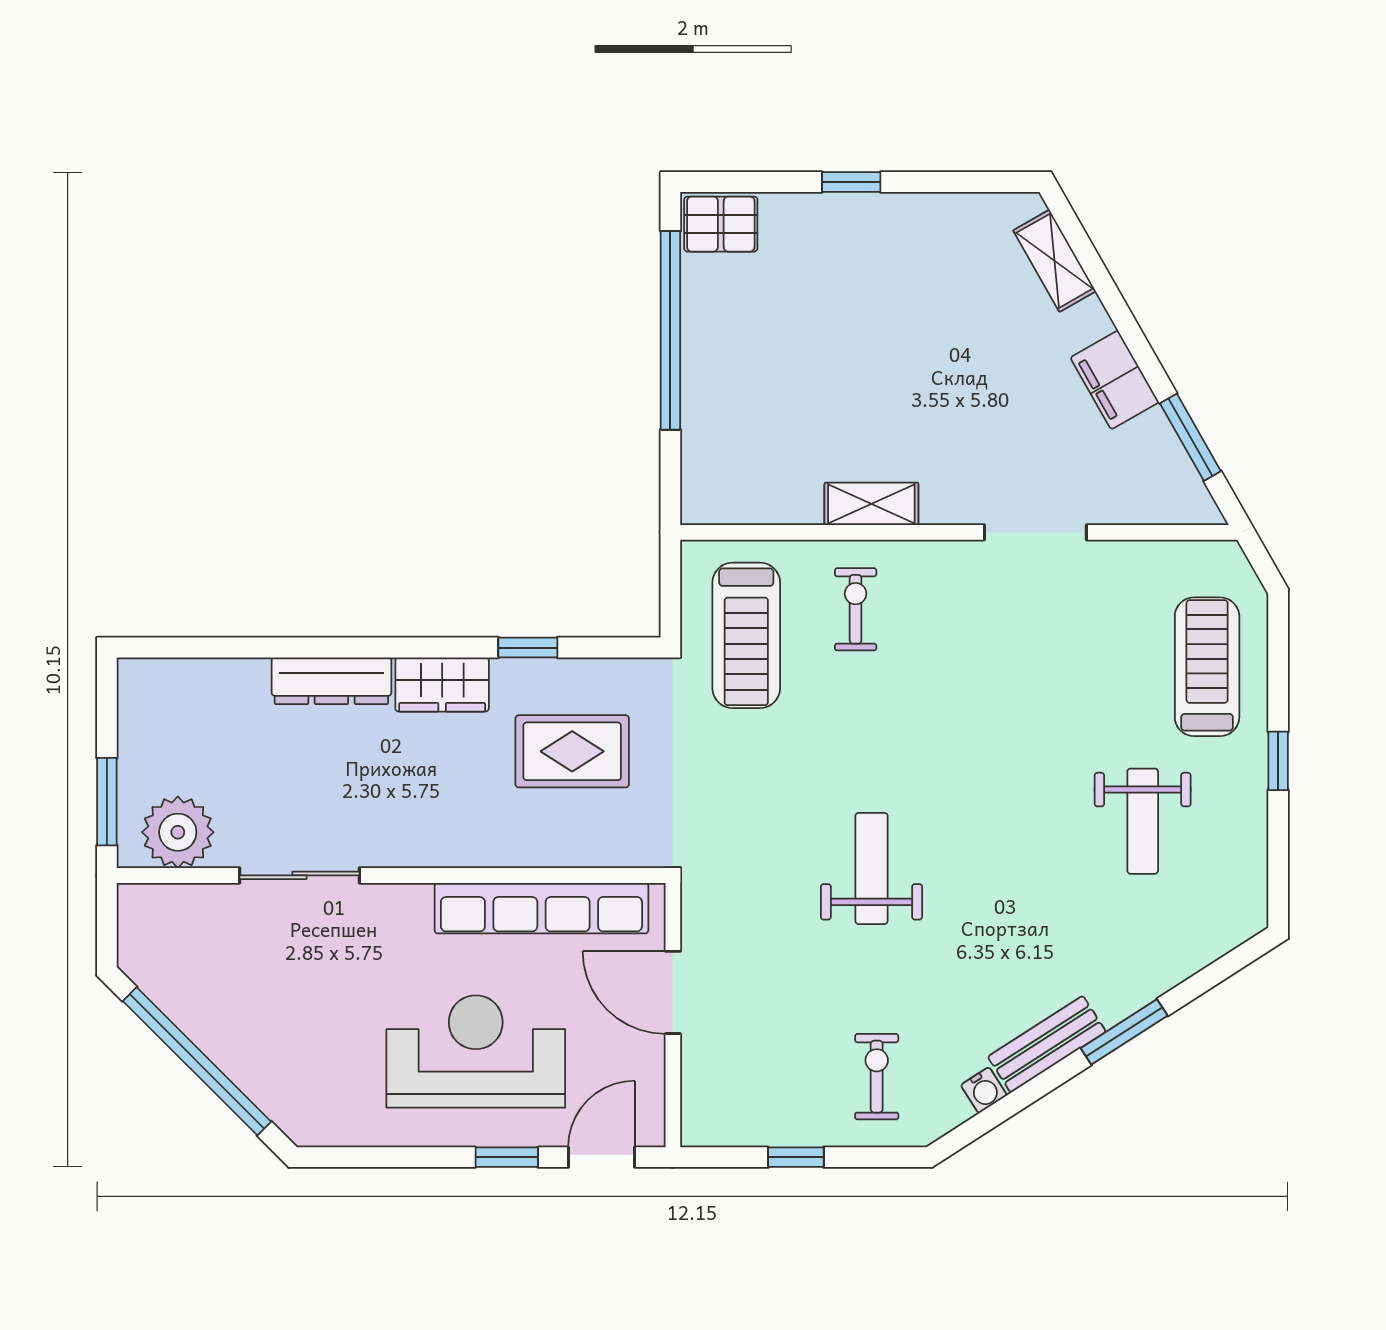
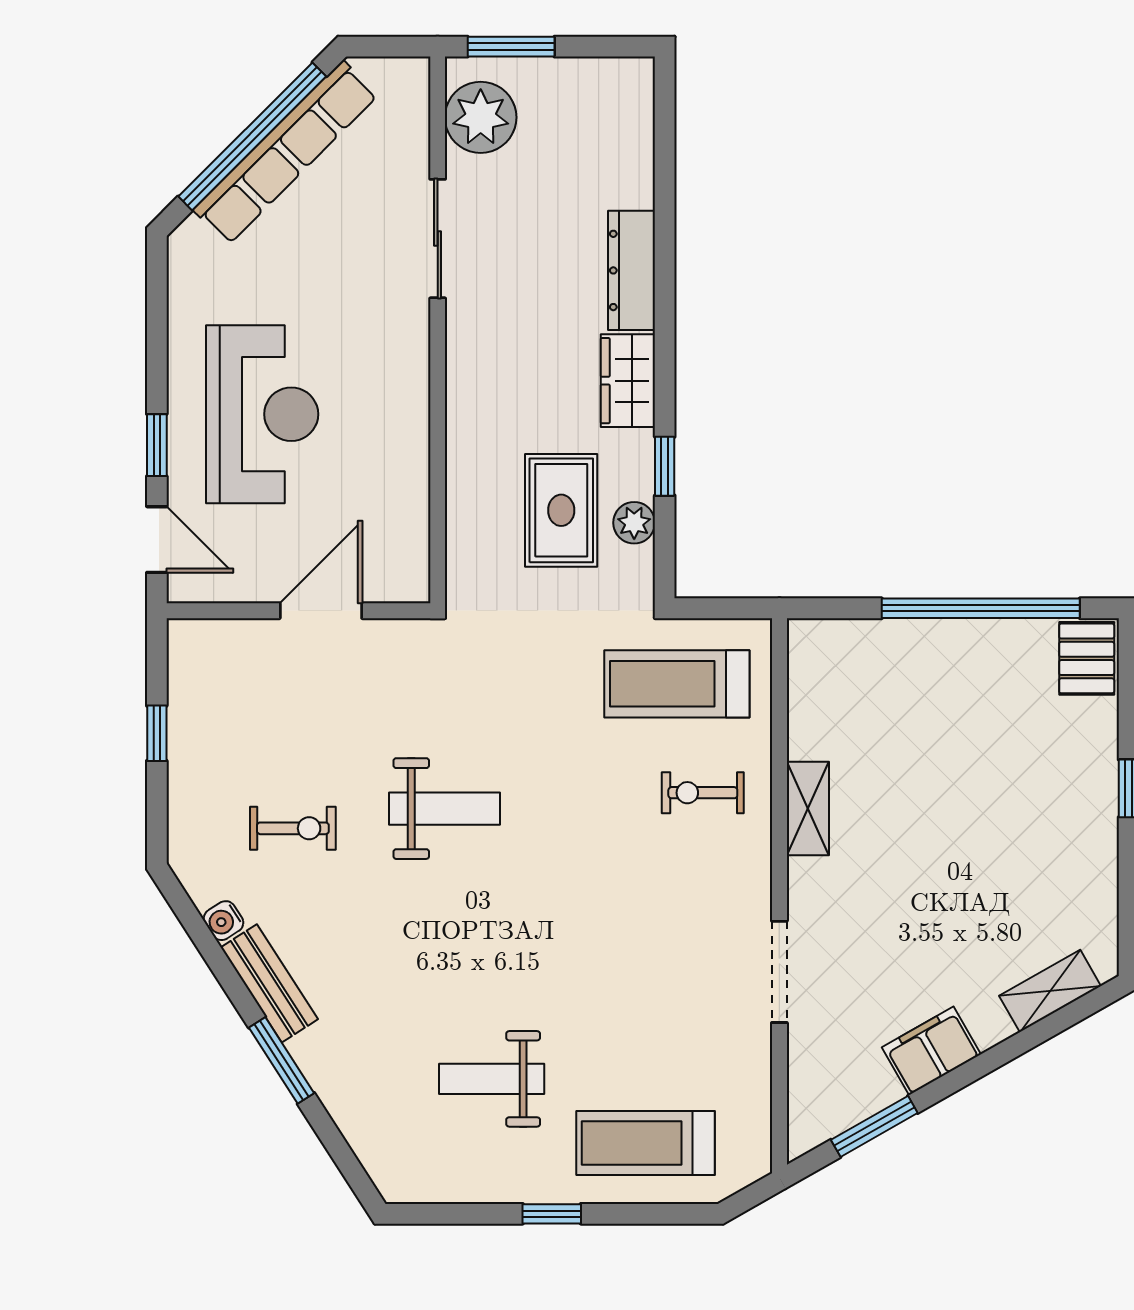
exercise bike: (856, 609) -> (703, 793), turned 180
treadmill: (1207, 667) -> (646, 1143), turned 180
plant: (585, 678) -> (634, 523), added
row of seats: (541, 908) -> (286, 153), moved, turned -135
exercise bike: (877, 1077) -> (293, 828), moved

